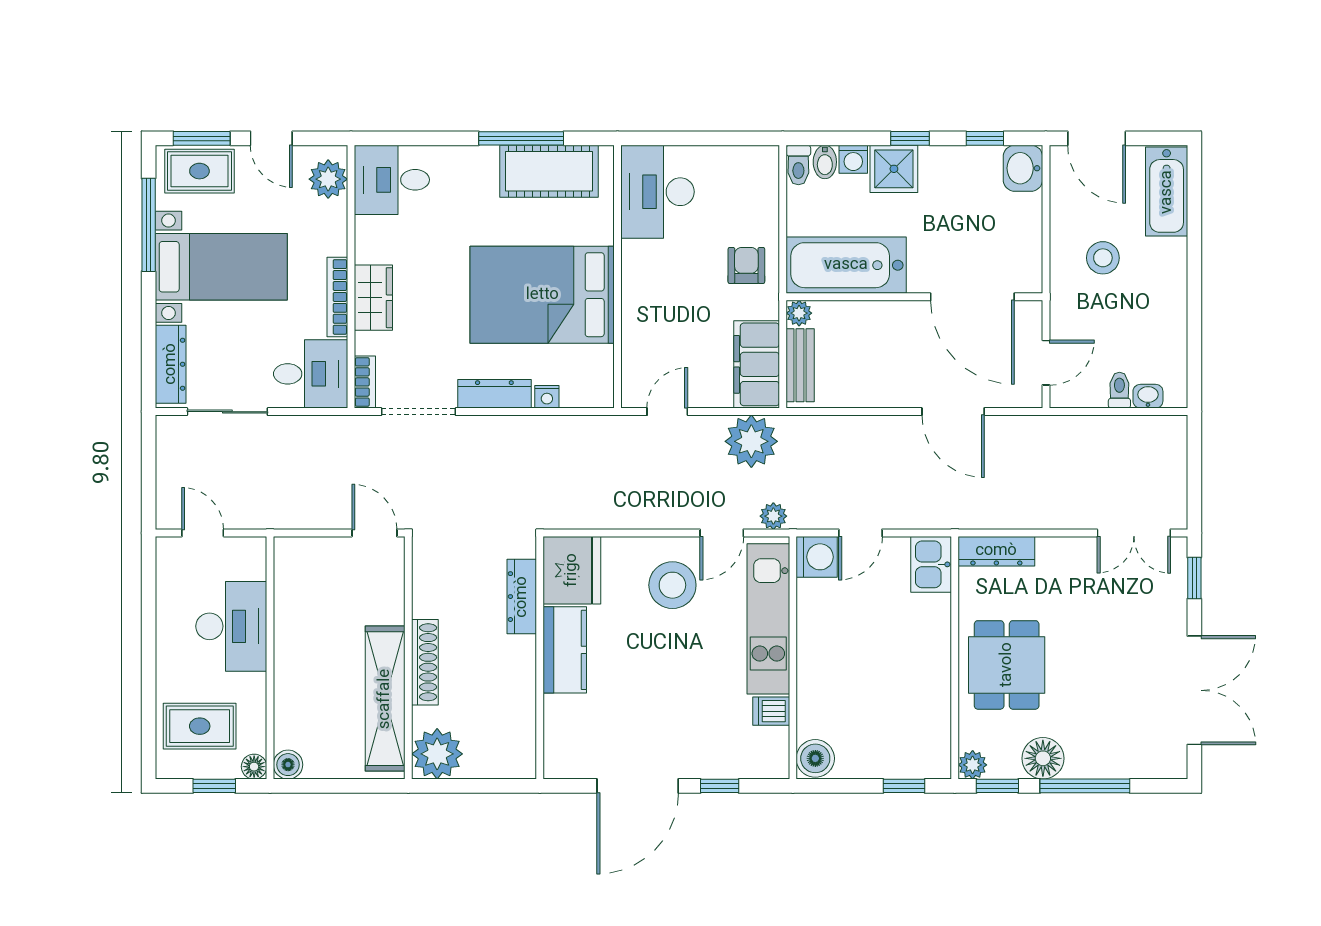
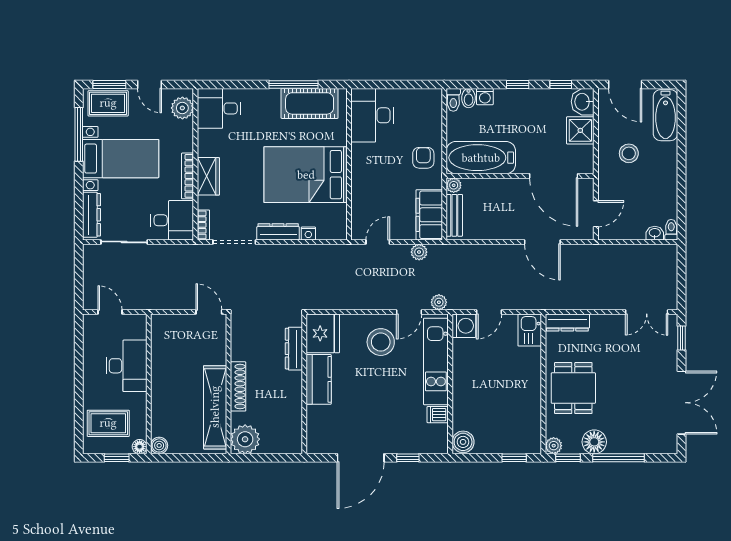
shower: (894, 169) -> (580, 130), moved
toilet: (1119, 390) -> (671, 230), moved
plant: (751, 441) -> (419, 252), width x0.53, depth x0.53

